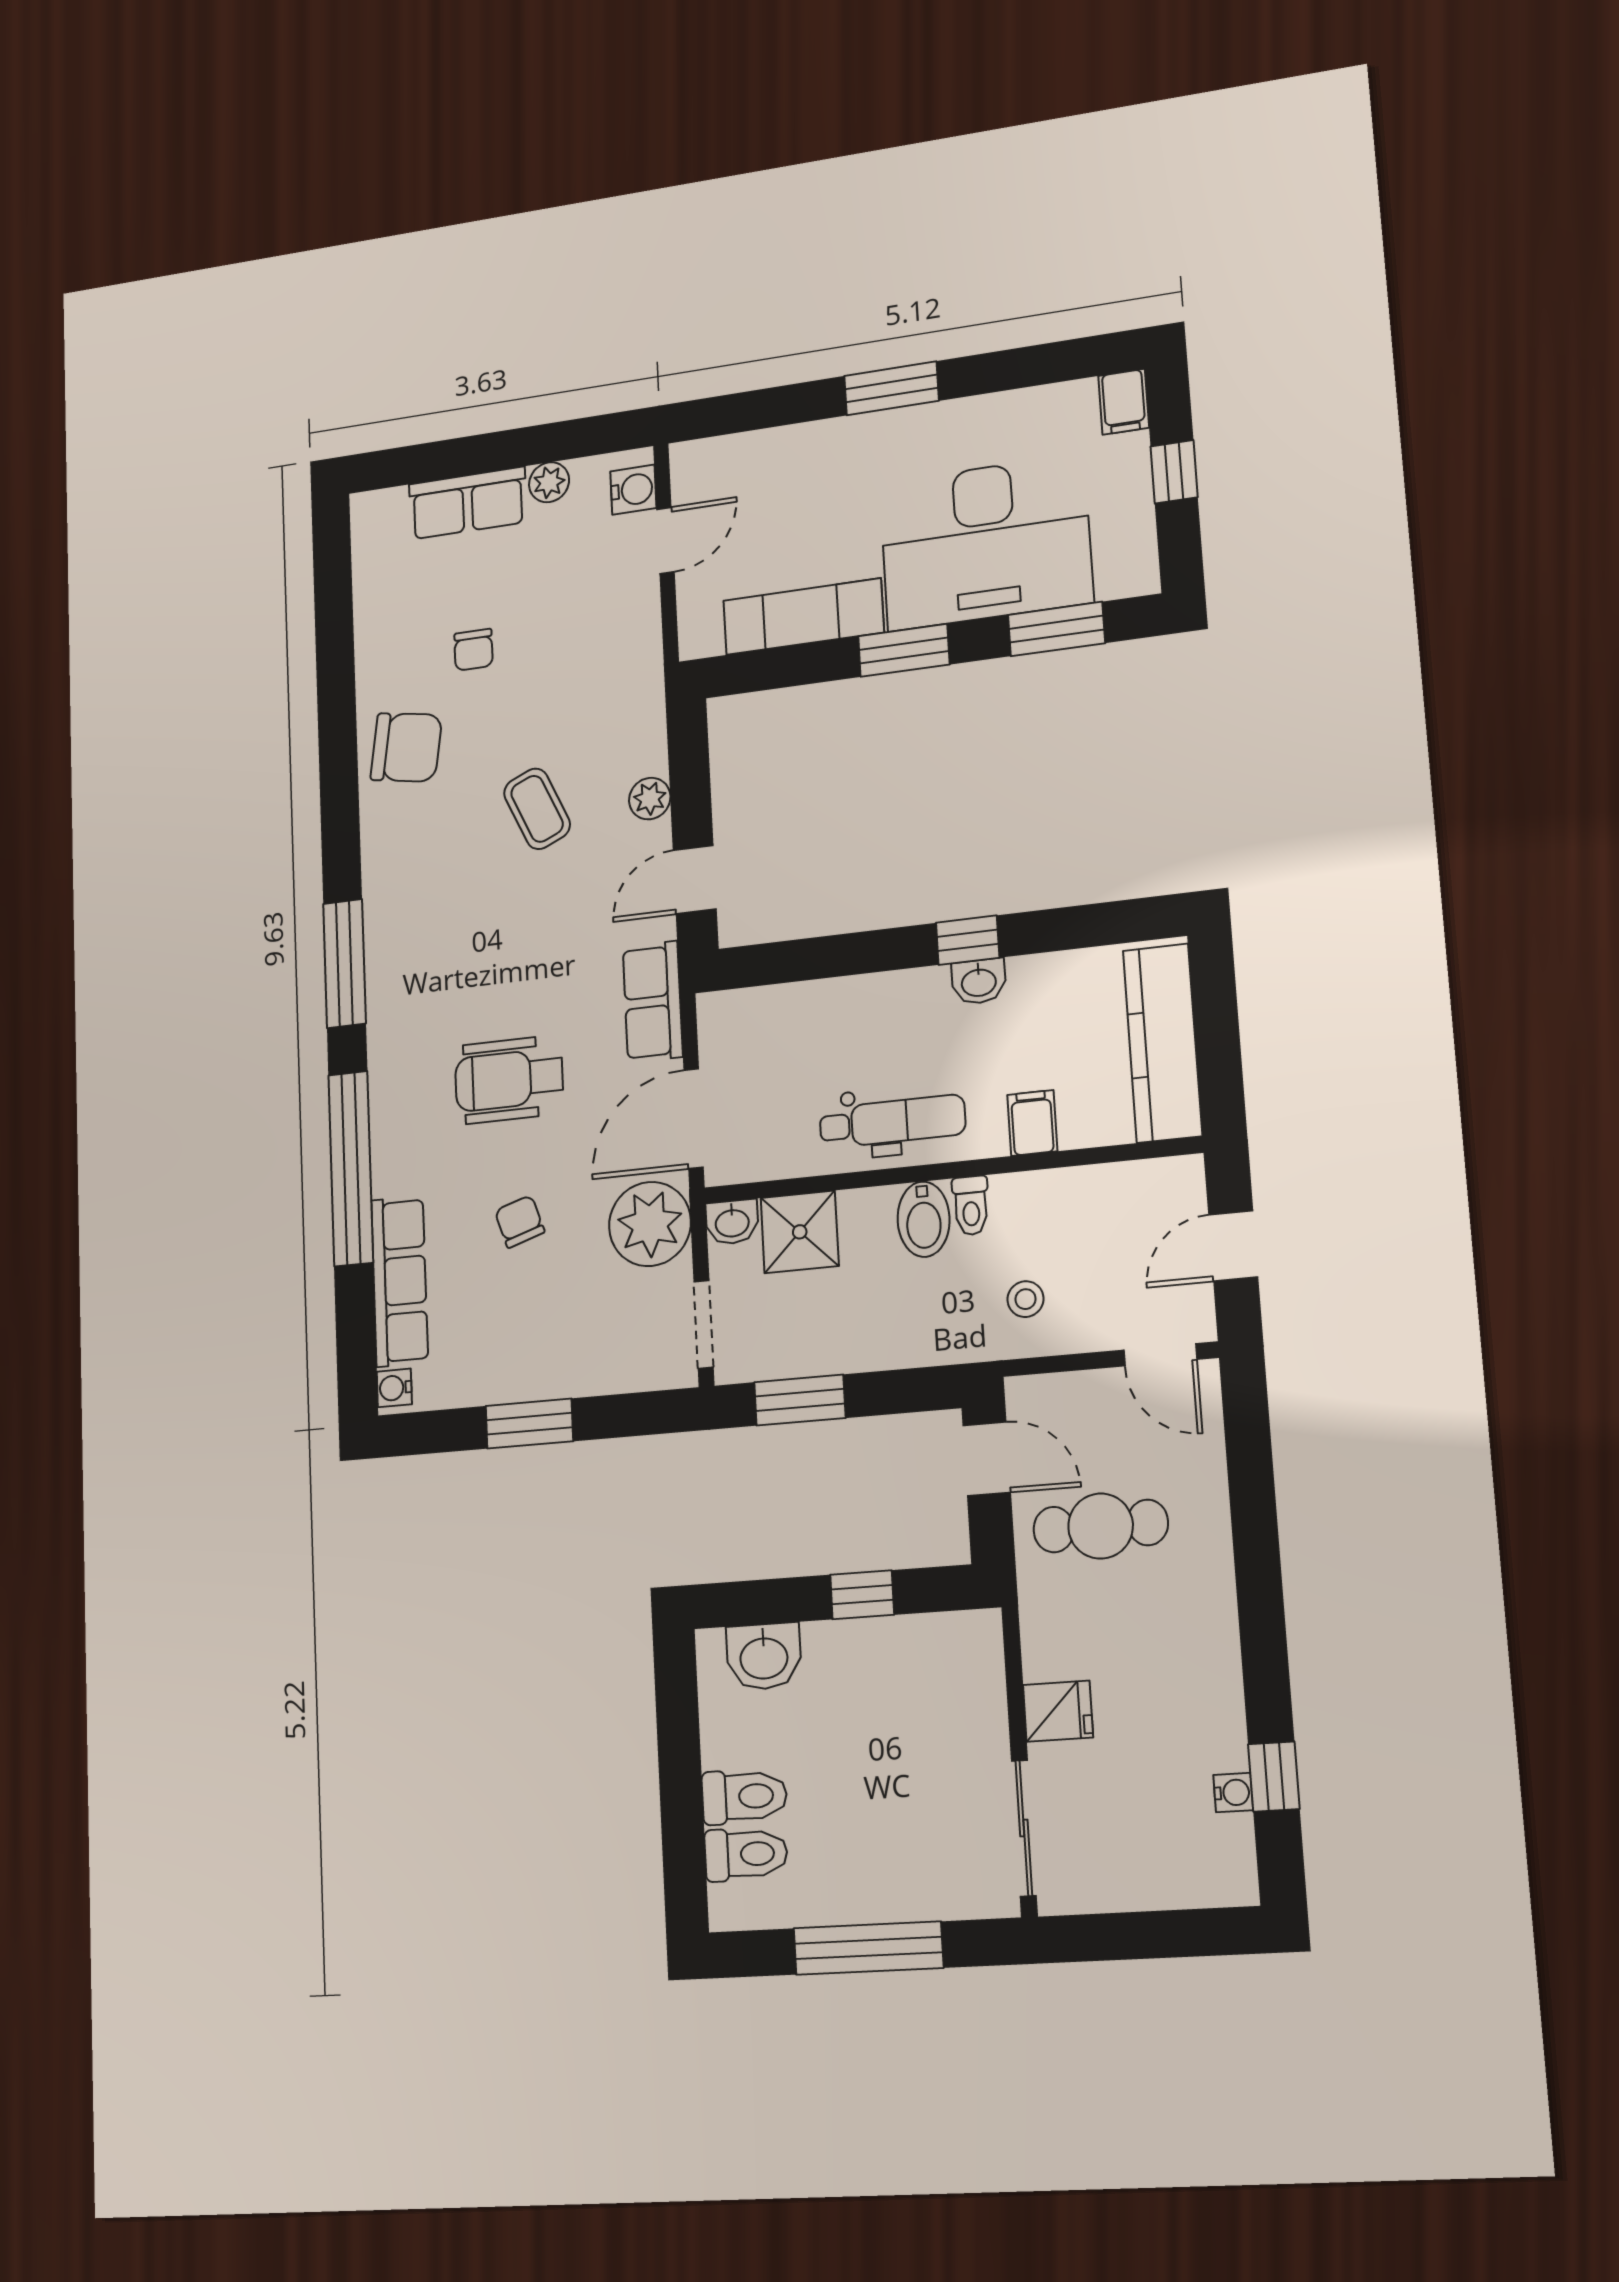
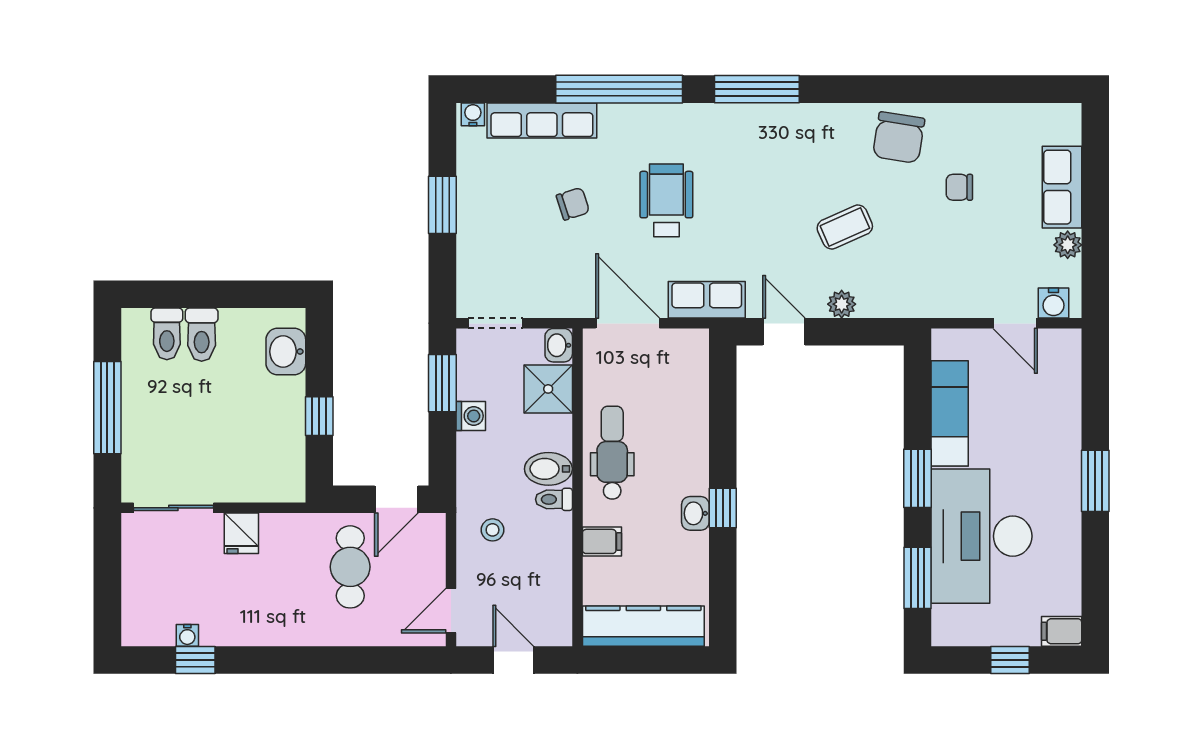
dental chair: (892, 1121) -> (612, 453), turned 180
plant: (650, 1224) -> (563, 291), removed
washing machine: (848, 1350) -> (471, 416), added

